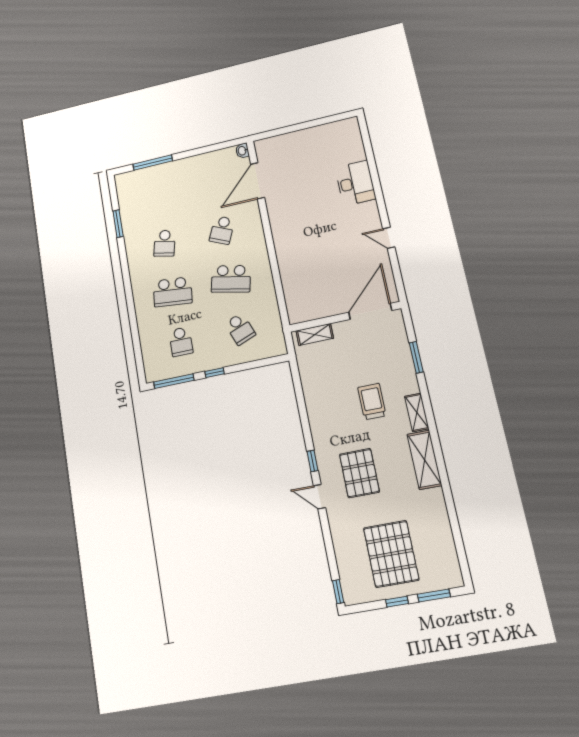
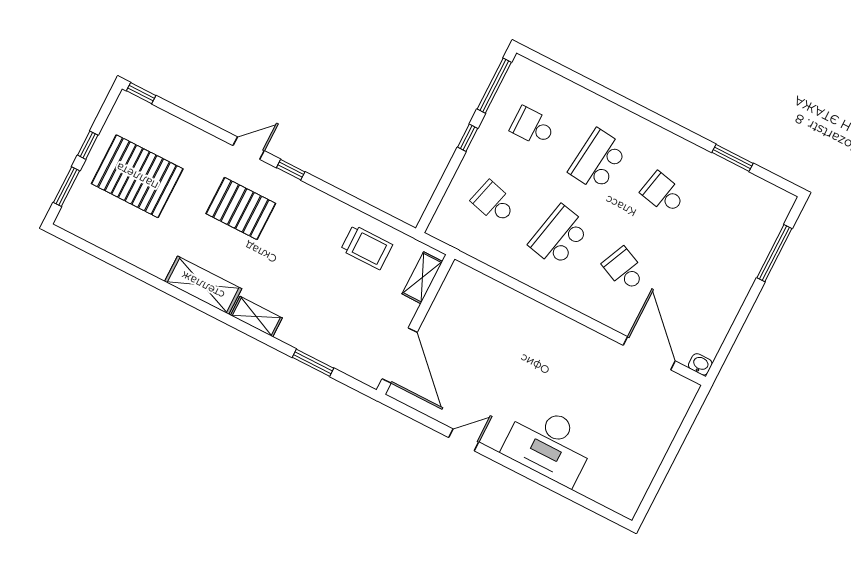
desk: (355, 183) -> (549, 444), width x1.36, depth x1.30
school desk: (240, 329) -> (494, 203), turned 36
trolley: (372, 401) -> (367, 247), moved

